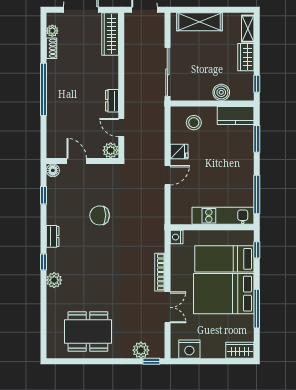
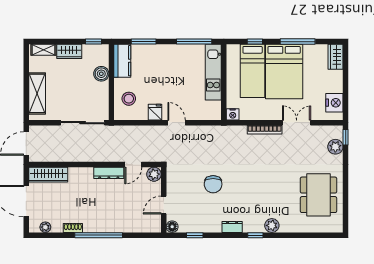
shoe rack: (51, 48) -> (73, 228), moved
dresser: (112, 101) -> (109, 173), width x1.44
window: (257, 250) -> (255, 42), moved

